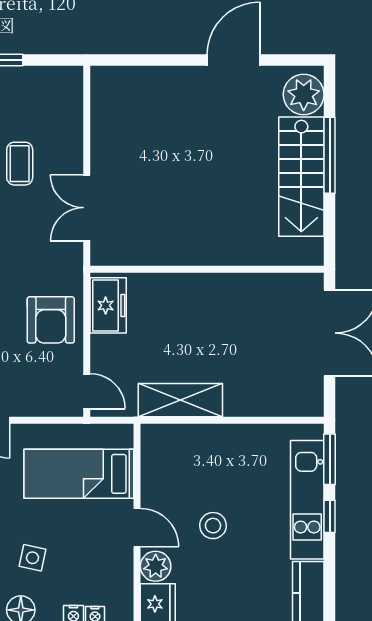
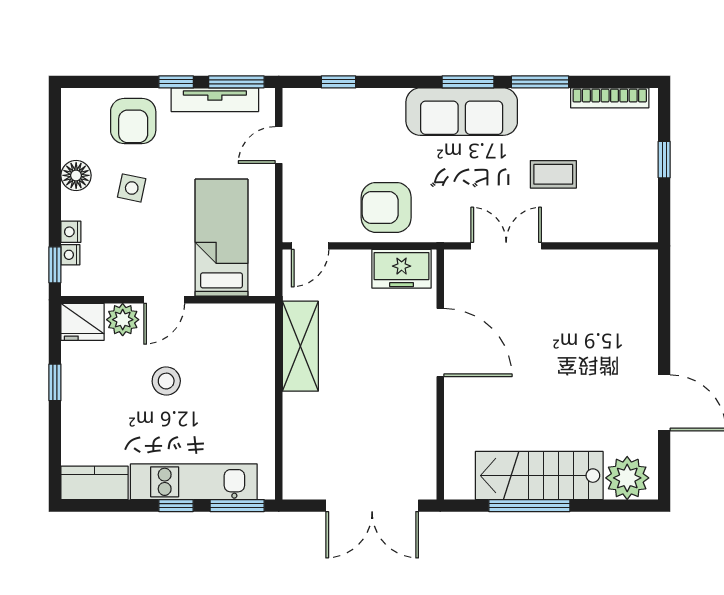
window: (330, 155) -> (529, 506), moved
door: (177, 269) -> (440, 343), added

